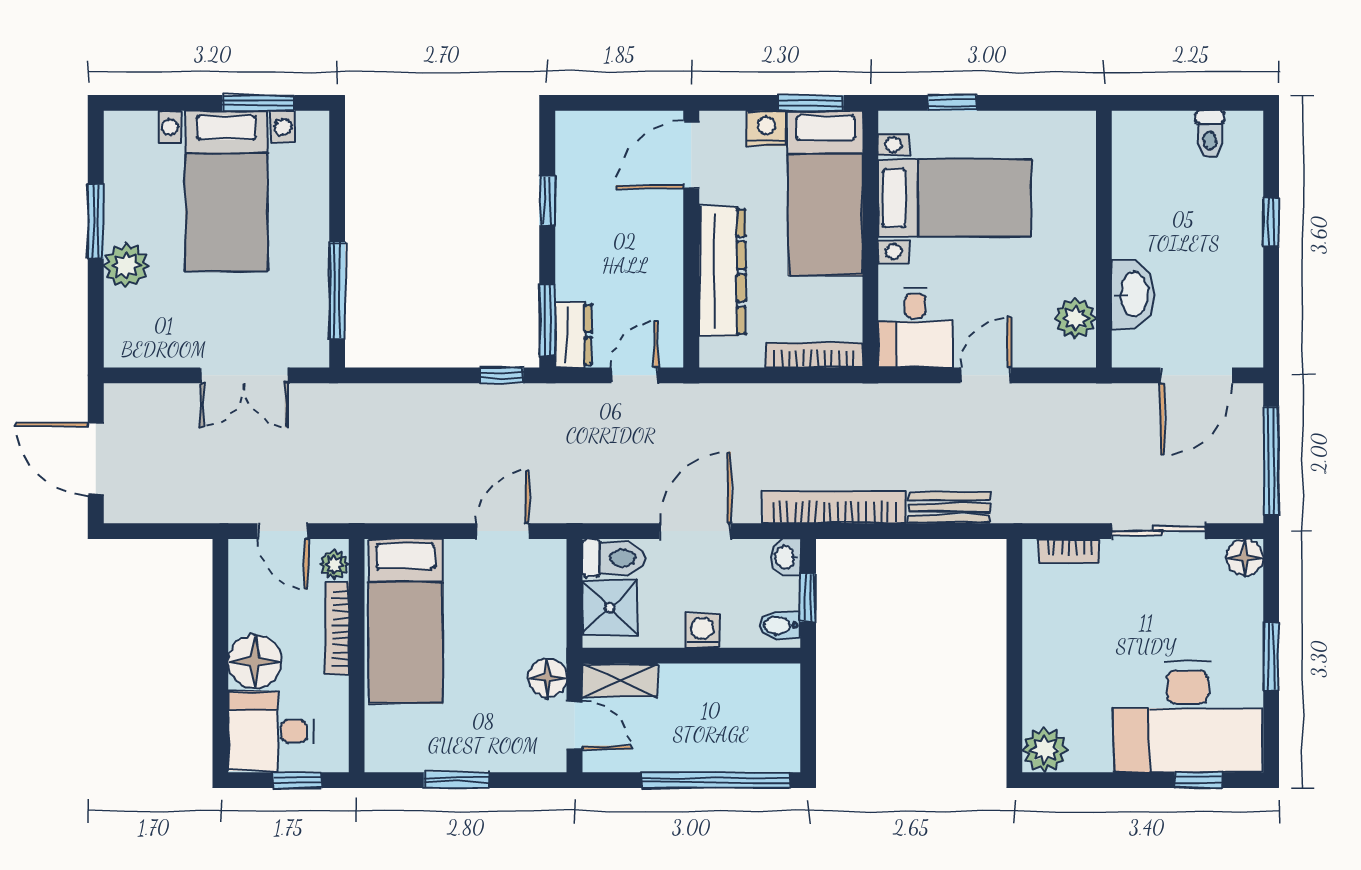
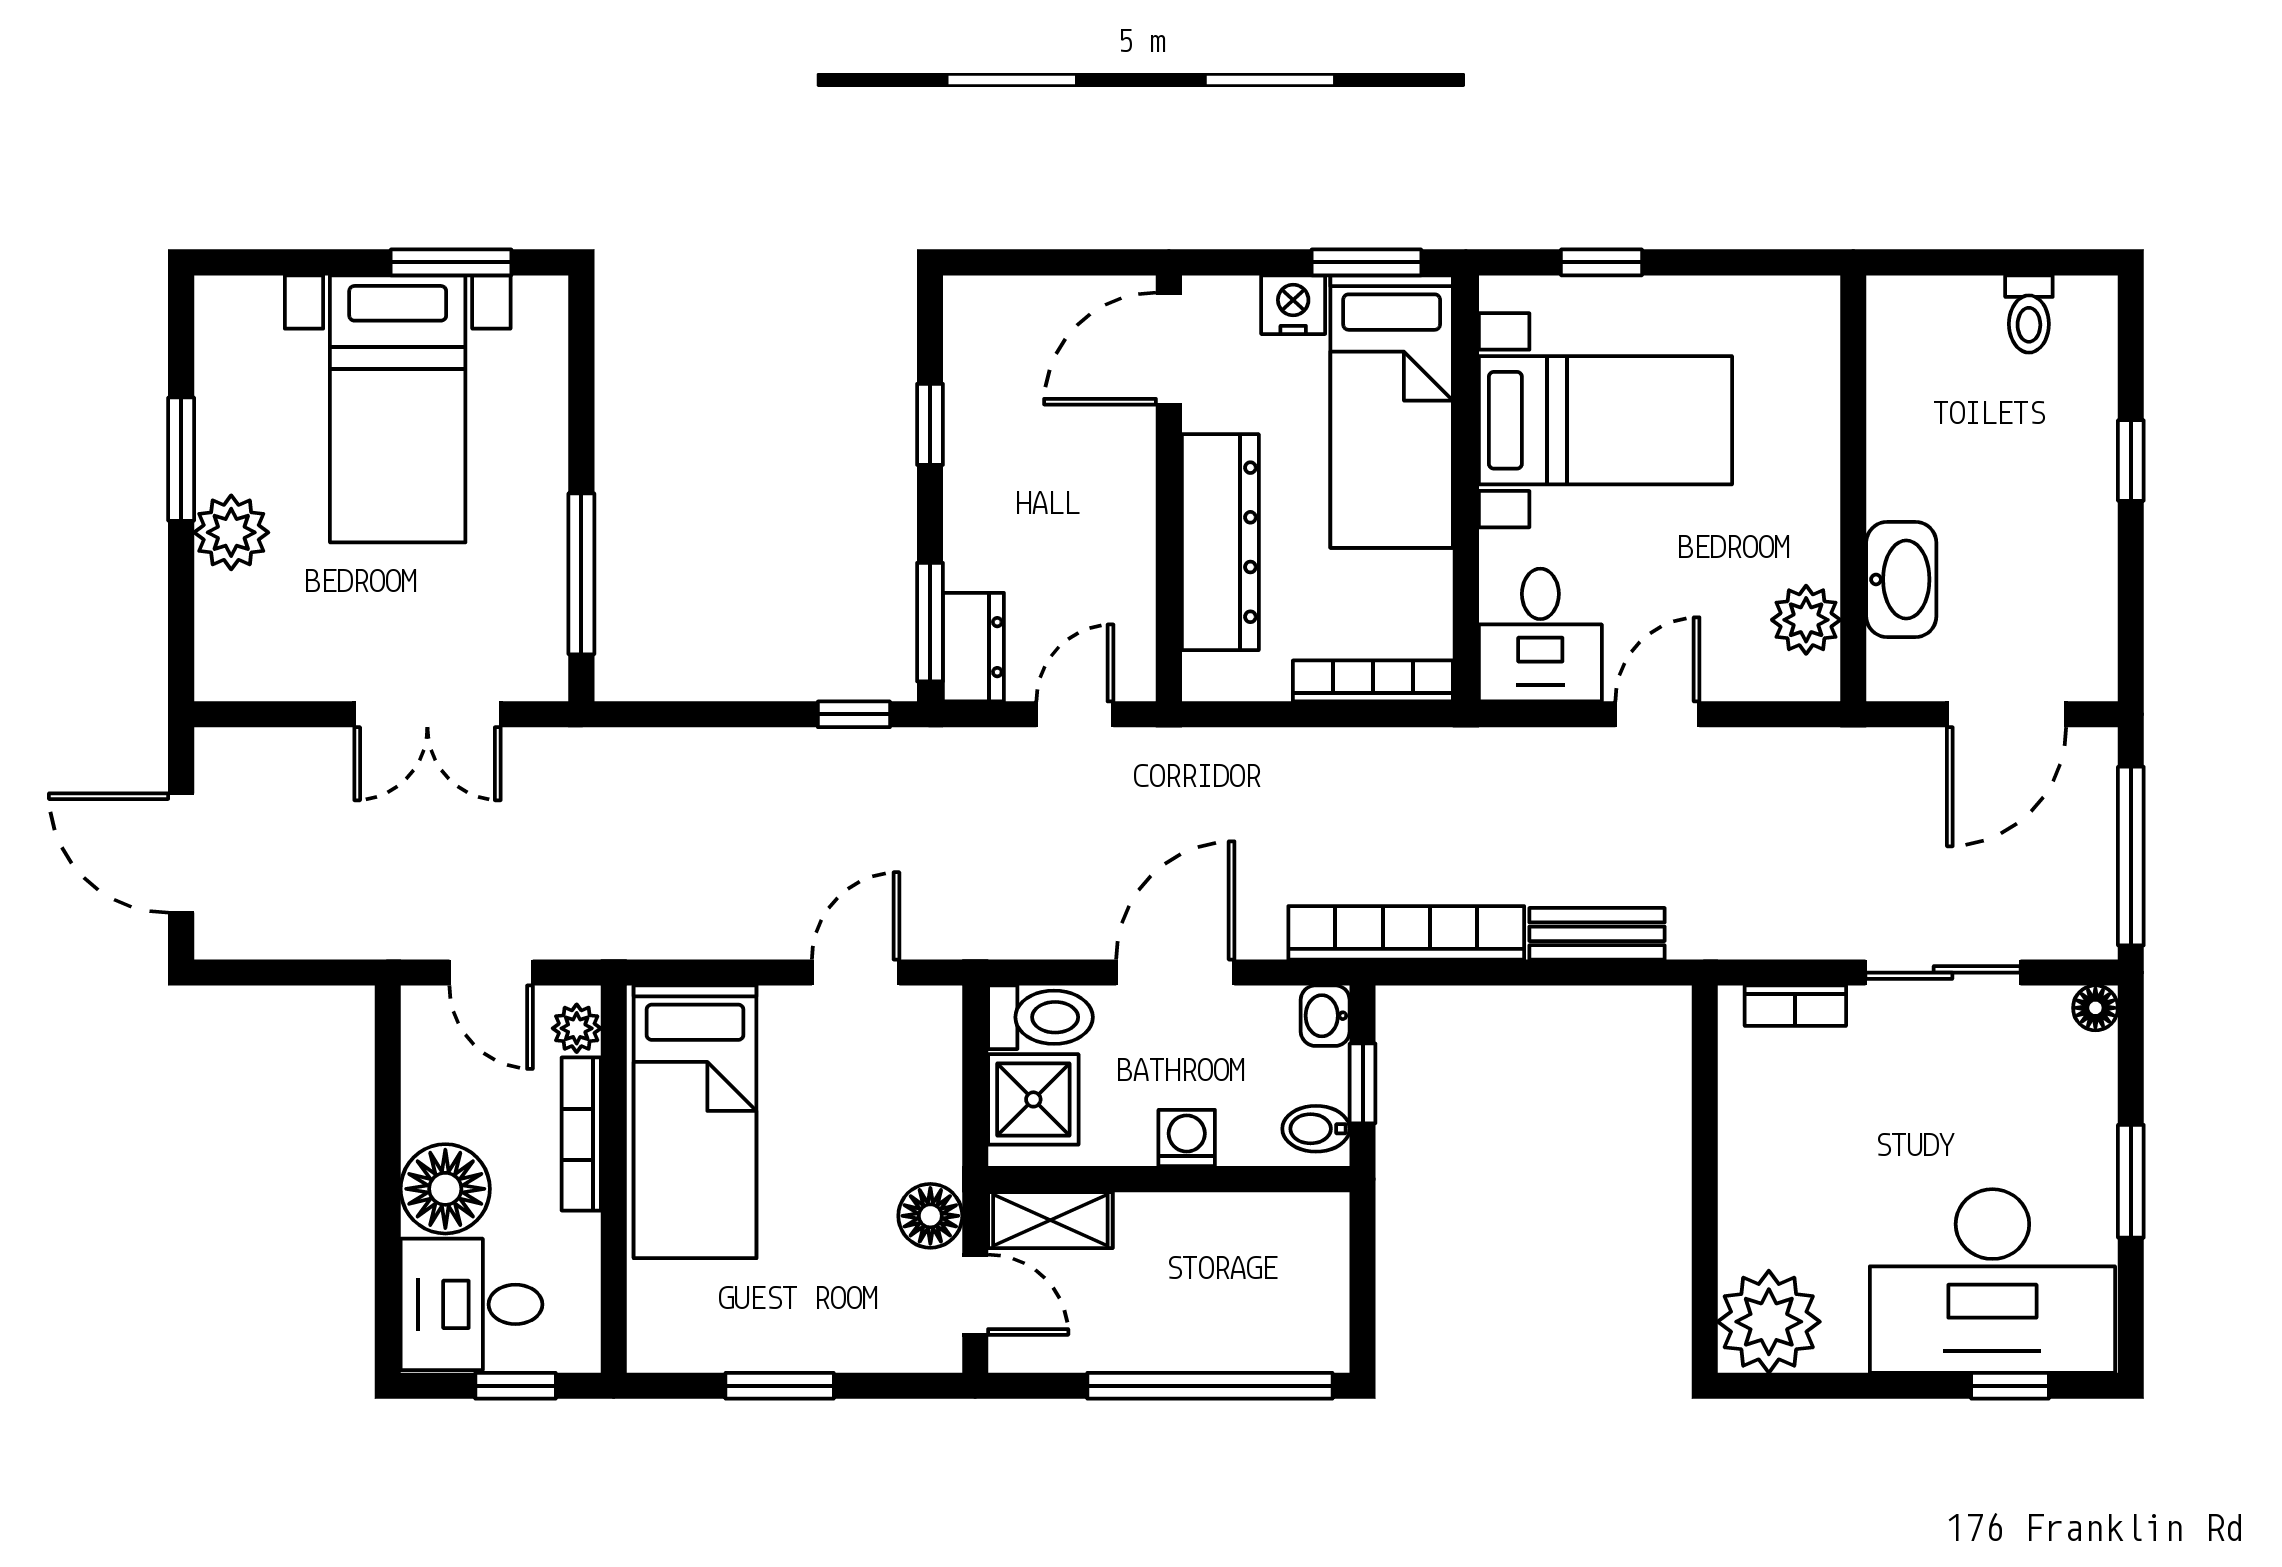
floor lamp: (1245, 557) -> (2095, 1008), width x0.73, depth x0.73
plant: (1045, 750) -> (1769, 1322), width x1.36, depth x1.36

